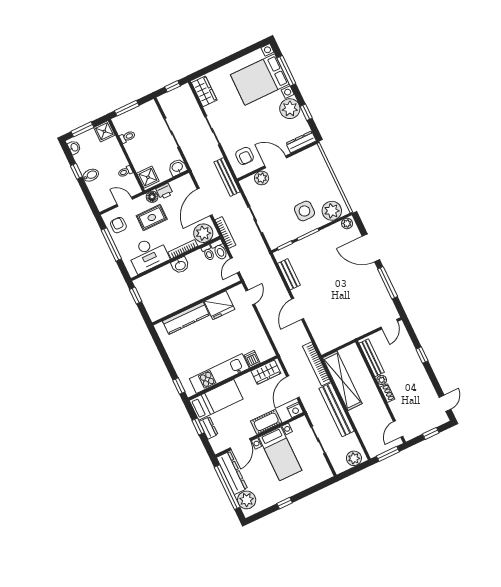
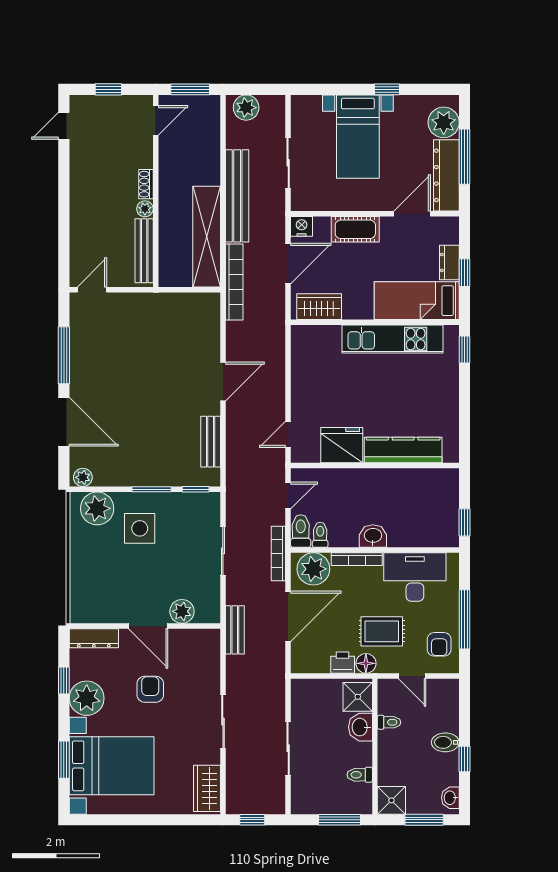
window: (286, 71) -> (64, 760), width x0.69
armchair: (245, 156) -> (150, 689), moved
washbasin: (177, 167) -> (360, 727), moved, turned 90
bench: (227, 177) -> (235, 630), width x0.73
window: (422, 355) -> (64, 218), removed
dishwasher: (252, 359) -> (331, 337), removed
bed with nightstands: (280, 454) -> (358, 137), moved, turned 180
window: (227, 487) -> (464, 157), width x0.68

